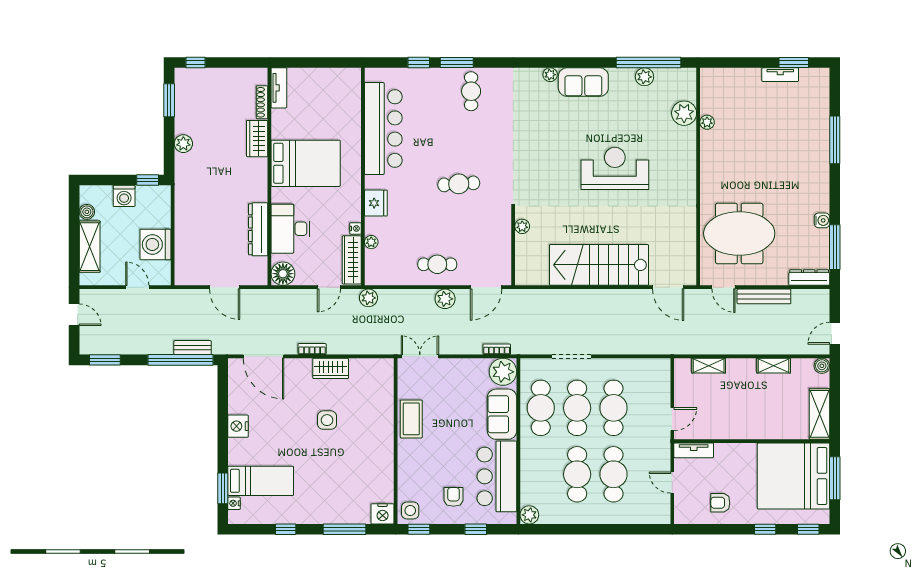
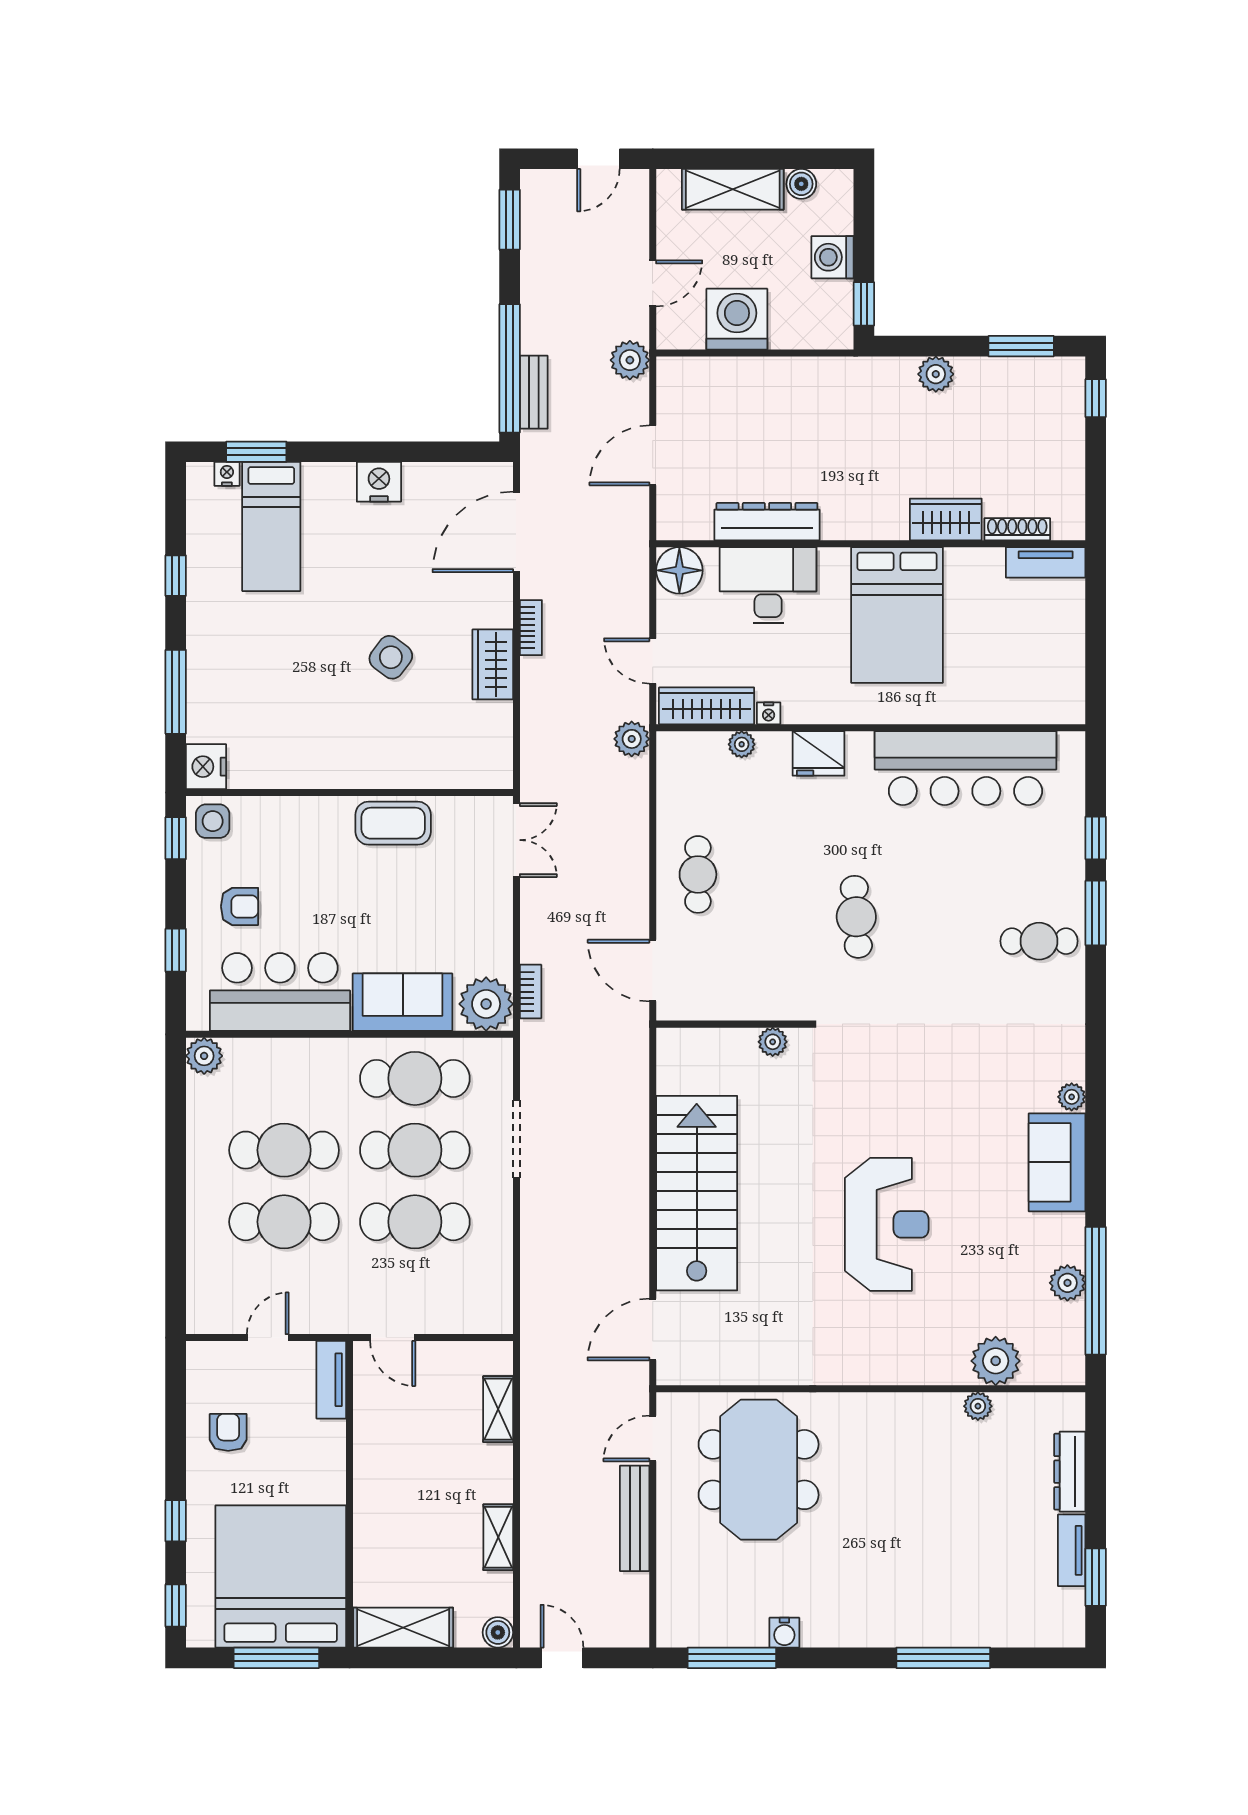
dresser: (809, 278) -> (1070, 1472), moved, turned 180
plant: (445, 299) -> (630, 360), moved
side table: (327, 420) -> (391, 657), turned 37

